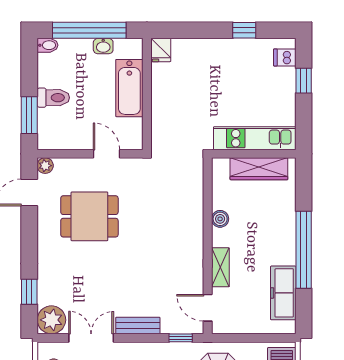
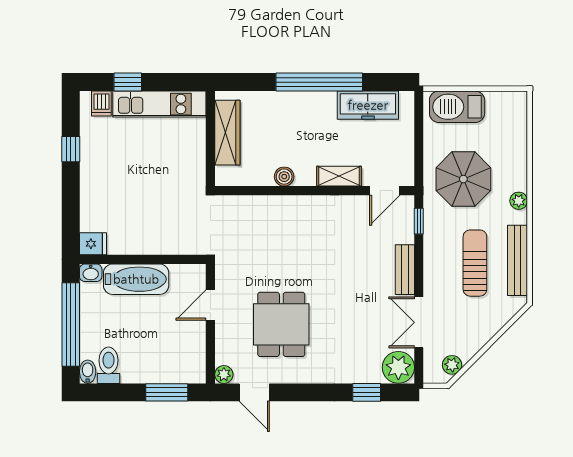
washbasin: (103, 46) -> (91, 273), moved, turned 90
toilet: (53, 98) -> (109, 365), moved
kitchen unit: (255, 138) -> (159, 104), moved, turned -90

